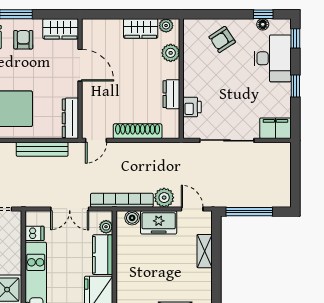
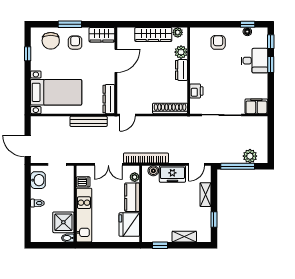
wardrobe: (141, 28) -> (153, 34), width x1.50
armchair: (222, 39) -> (218, 42), turned 123
desk: (273, 58) -> (254, 61), width x0.73
door: (80, 65) -> (116, 61), hinge flipped
window: (295, 86) -> (271, 65), moved
dresser: (171, 94) -> (182, 70), moved
shoe rack: (138, 131) -> (170, 108), moved
plant: (164, 198) -> (250, 156), moved
door: (192, 209) -> (196, 164), swing flipped
window: (216, 286) -> (214, 220), added

